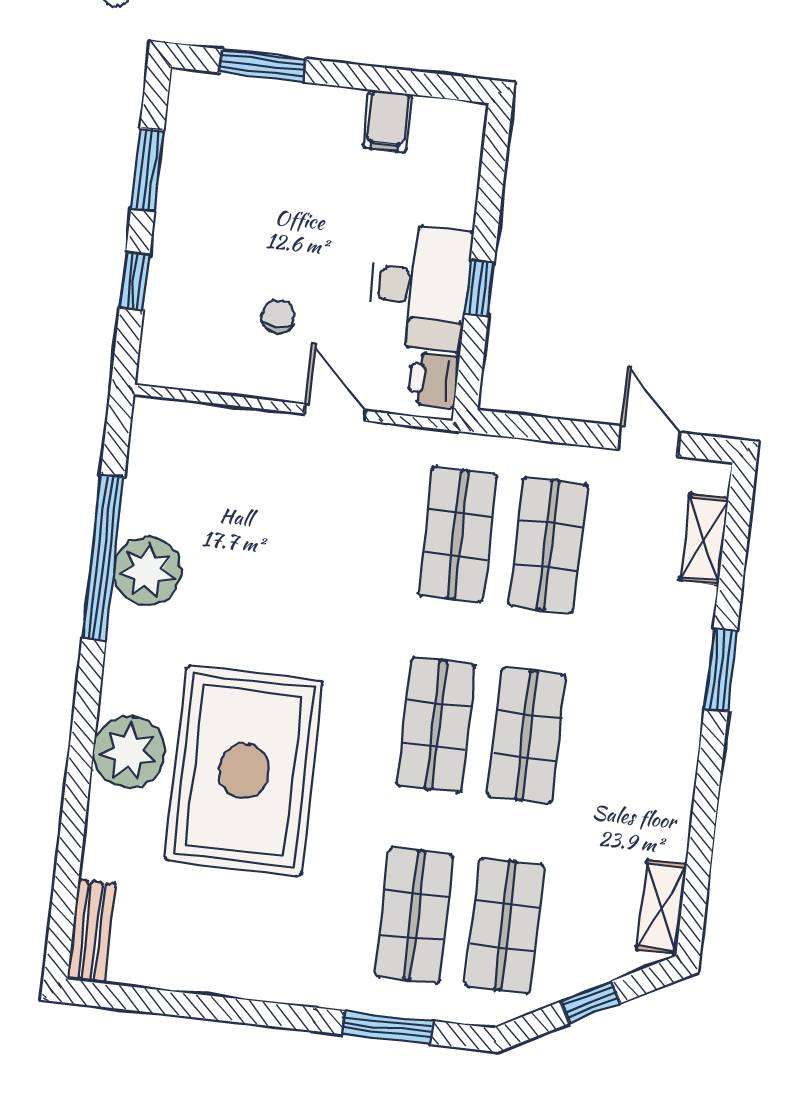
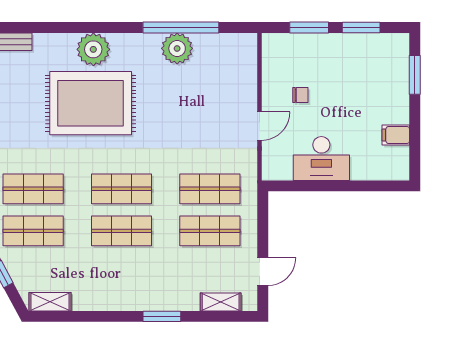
window: (135, 281) -> (309, 28), width x1.50
window: (479, 288) -> (324, 186), removed
printer: (433, 380) -> (280, 170), removed

